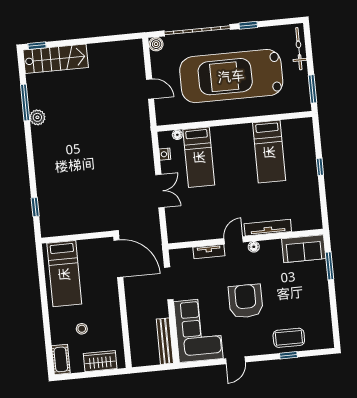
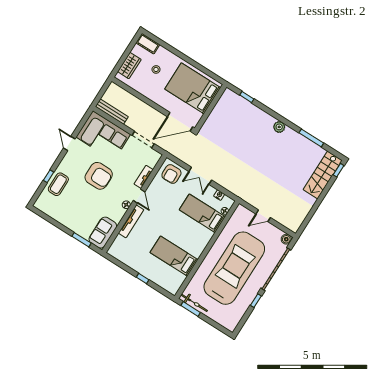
bicycle: (299, 49) -> (194, 303), moved
plant: (37, 117) -> (279, 127), moved
armchair: (182, 224) -> (171, 174), added
bed: (64, 274) -> (193, 88), width x1.50

